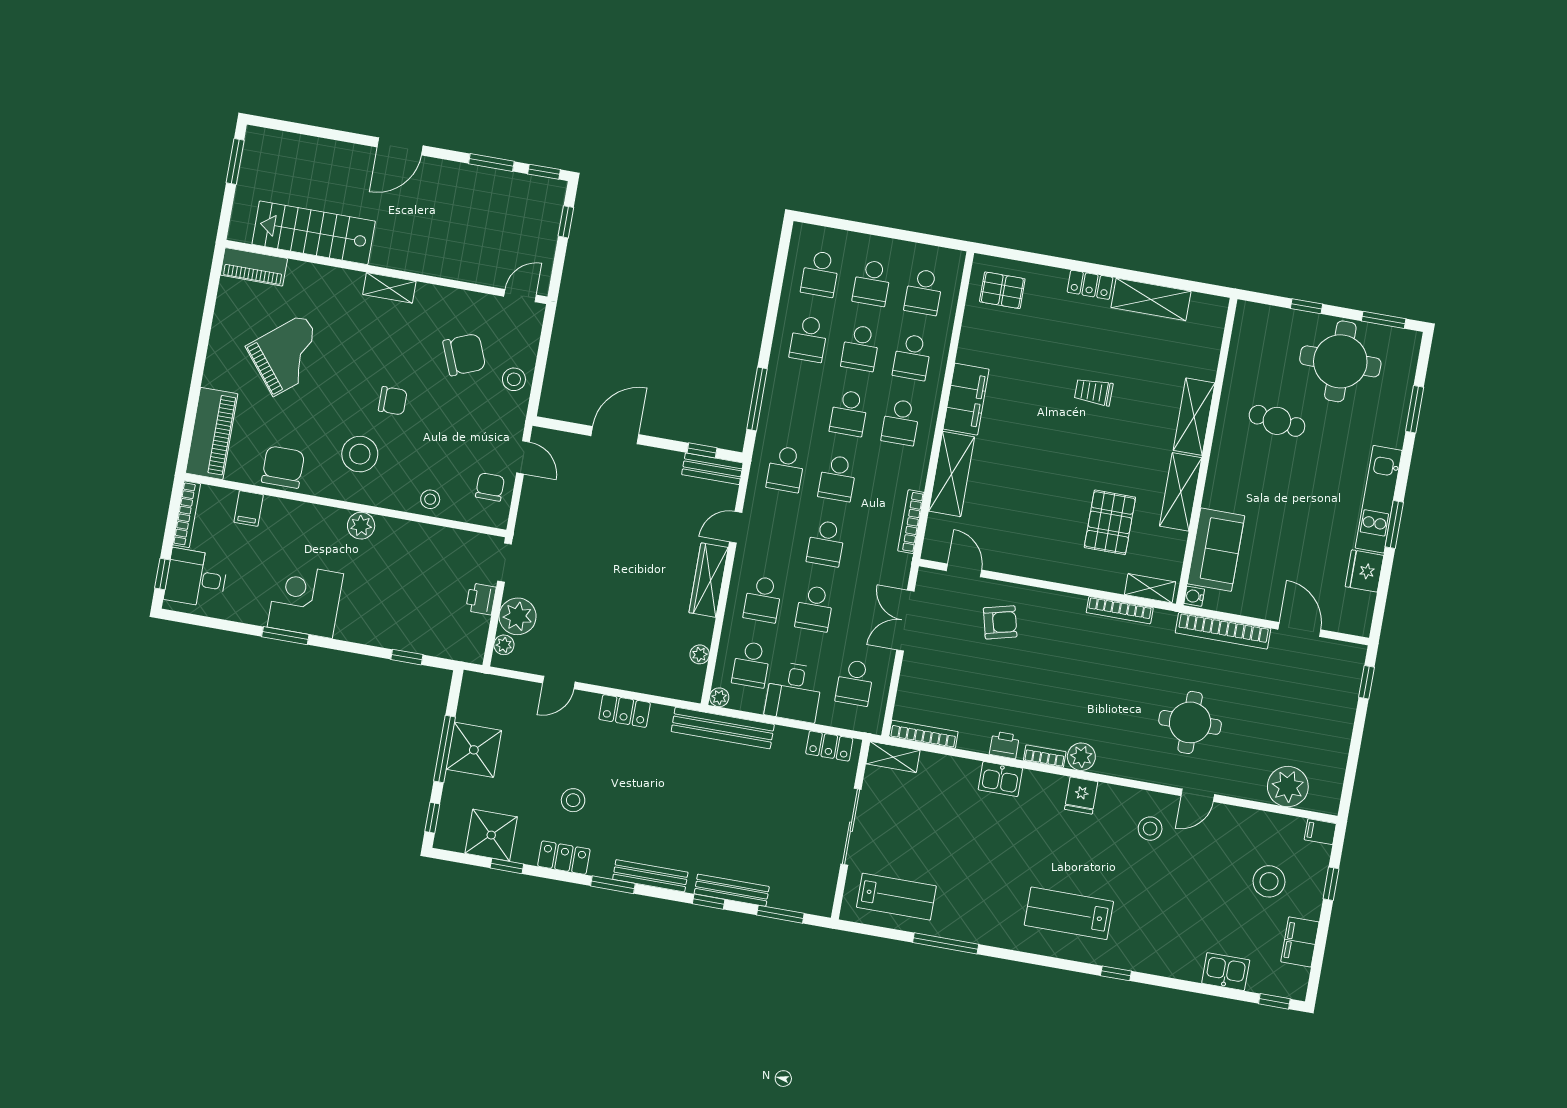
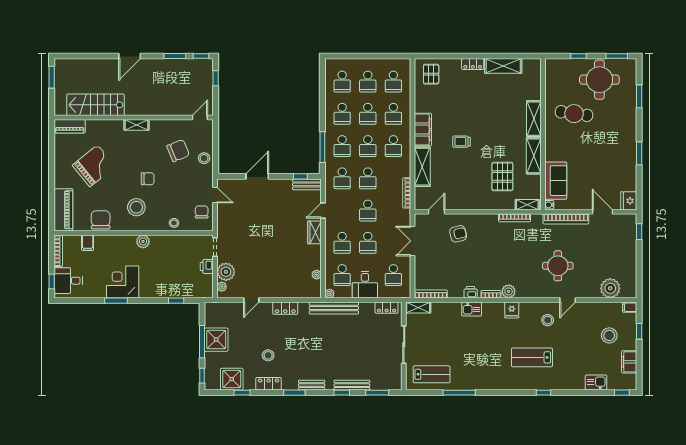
pallet: (1002, 290) -> (431, 74), turned 90
trolley: (1094, 392) -> (462, 142), moved
school desk: (797, 404) -> (342, 146), added
cafe table: (1277, 421) -> (574, 114), width x1.37, depth x1.35
kitchen unit: (1379, 499) -> (629, 143), removed
door: (964, 570) -> (436, 212), hinge flipped
fridge: (1364, 571) -> (629, 201), moved
wardrobe: (709, 580) -> (315, 232), width x0.67
bench: (650, 876) -> (312, 385), width x0.73
lab bench: (1069, 913) -> (532, 357), moved

